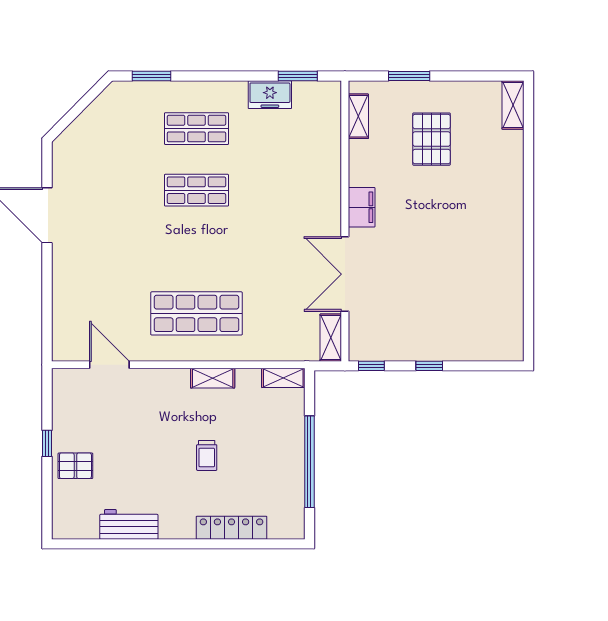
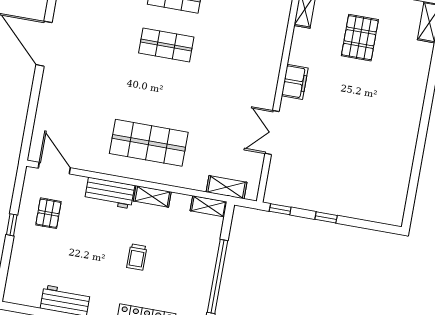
double door: (345, 274) -> (272, 133), width x0.73
shelving: (331, 338) -> (226, 187), moved, turned 90
door: (109, 365) -> (54, 168), moved
workbench: (160, 383) -> (110, 193), added
pallet: (75, 466) -> (48, 213), moved, turned 90

